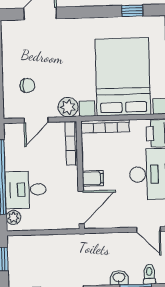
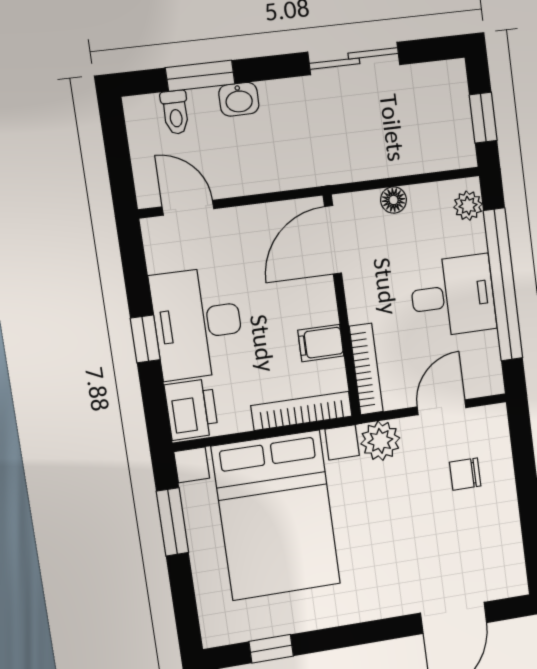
filing cabinet: (93, 178) -> (321, 343), moved
desk: (26, 190) -> (453, 296), moved
floor lamp: (50, 224) -> (394, 200), added

